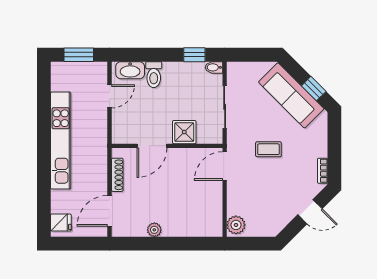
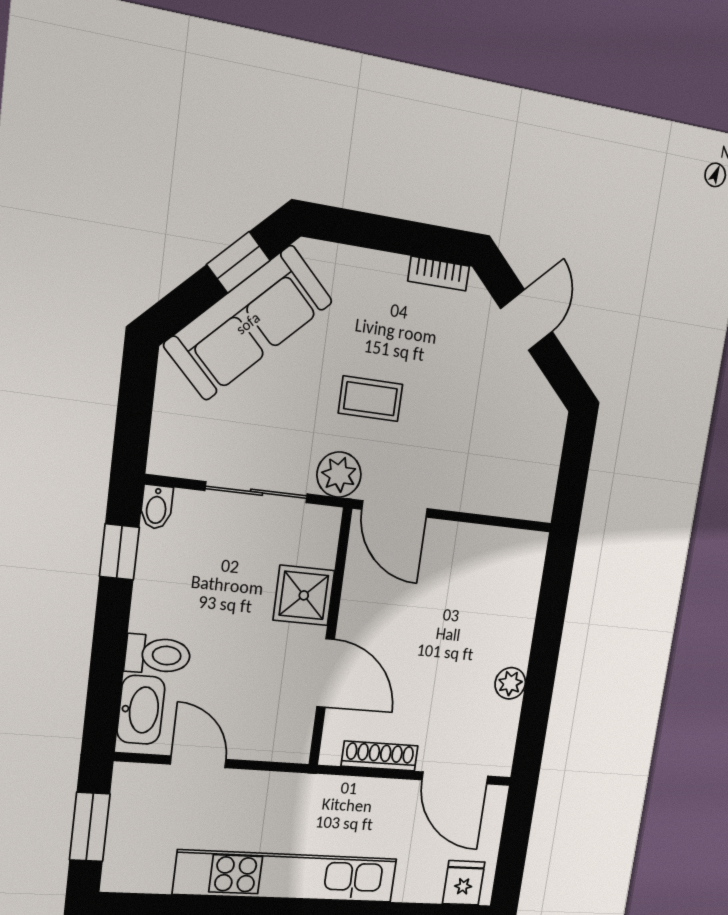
coffee table: (268, 149) -> (370, 399), turned 90
plant: (236, 225) -> (339, 475), moved

